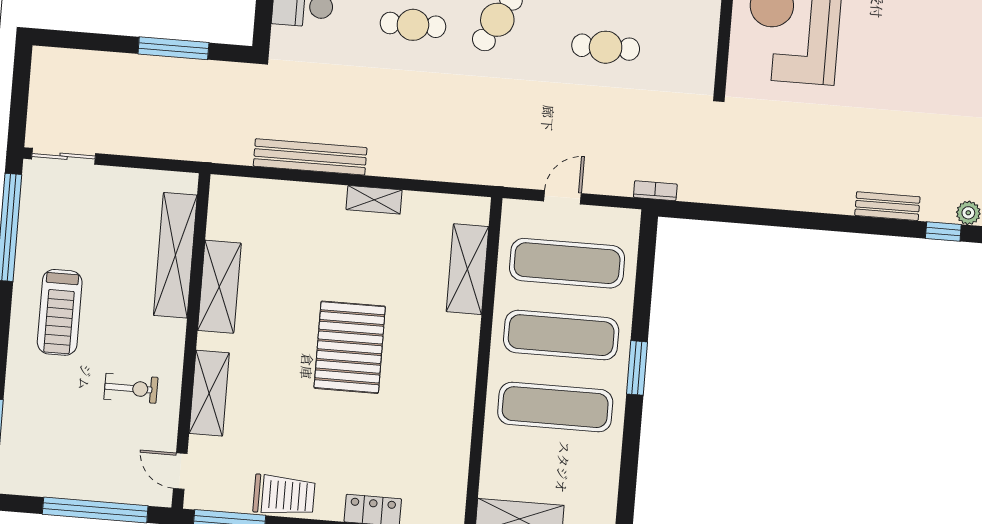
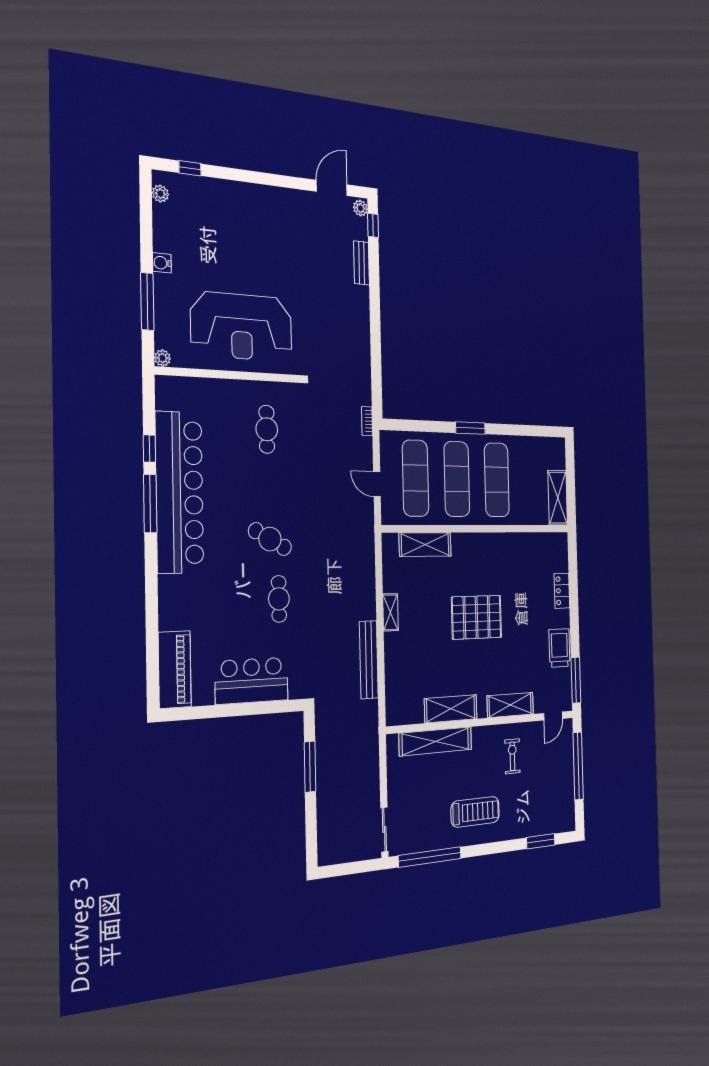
cafe table: (606, 47) -> (267, 429), moved

